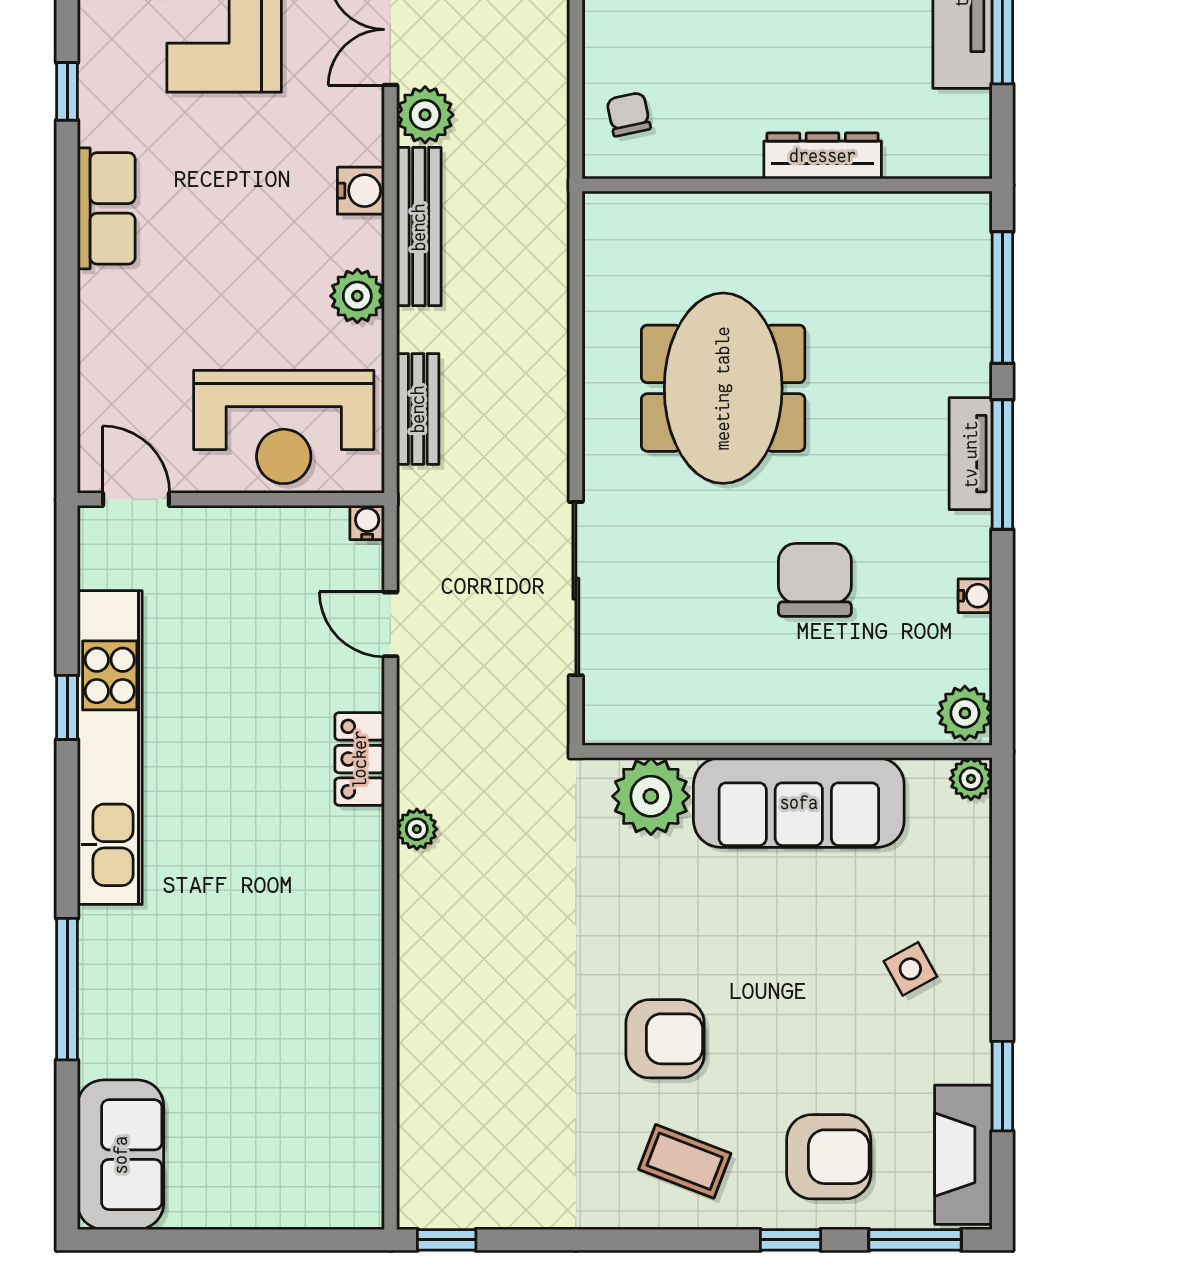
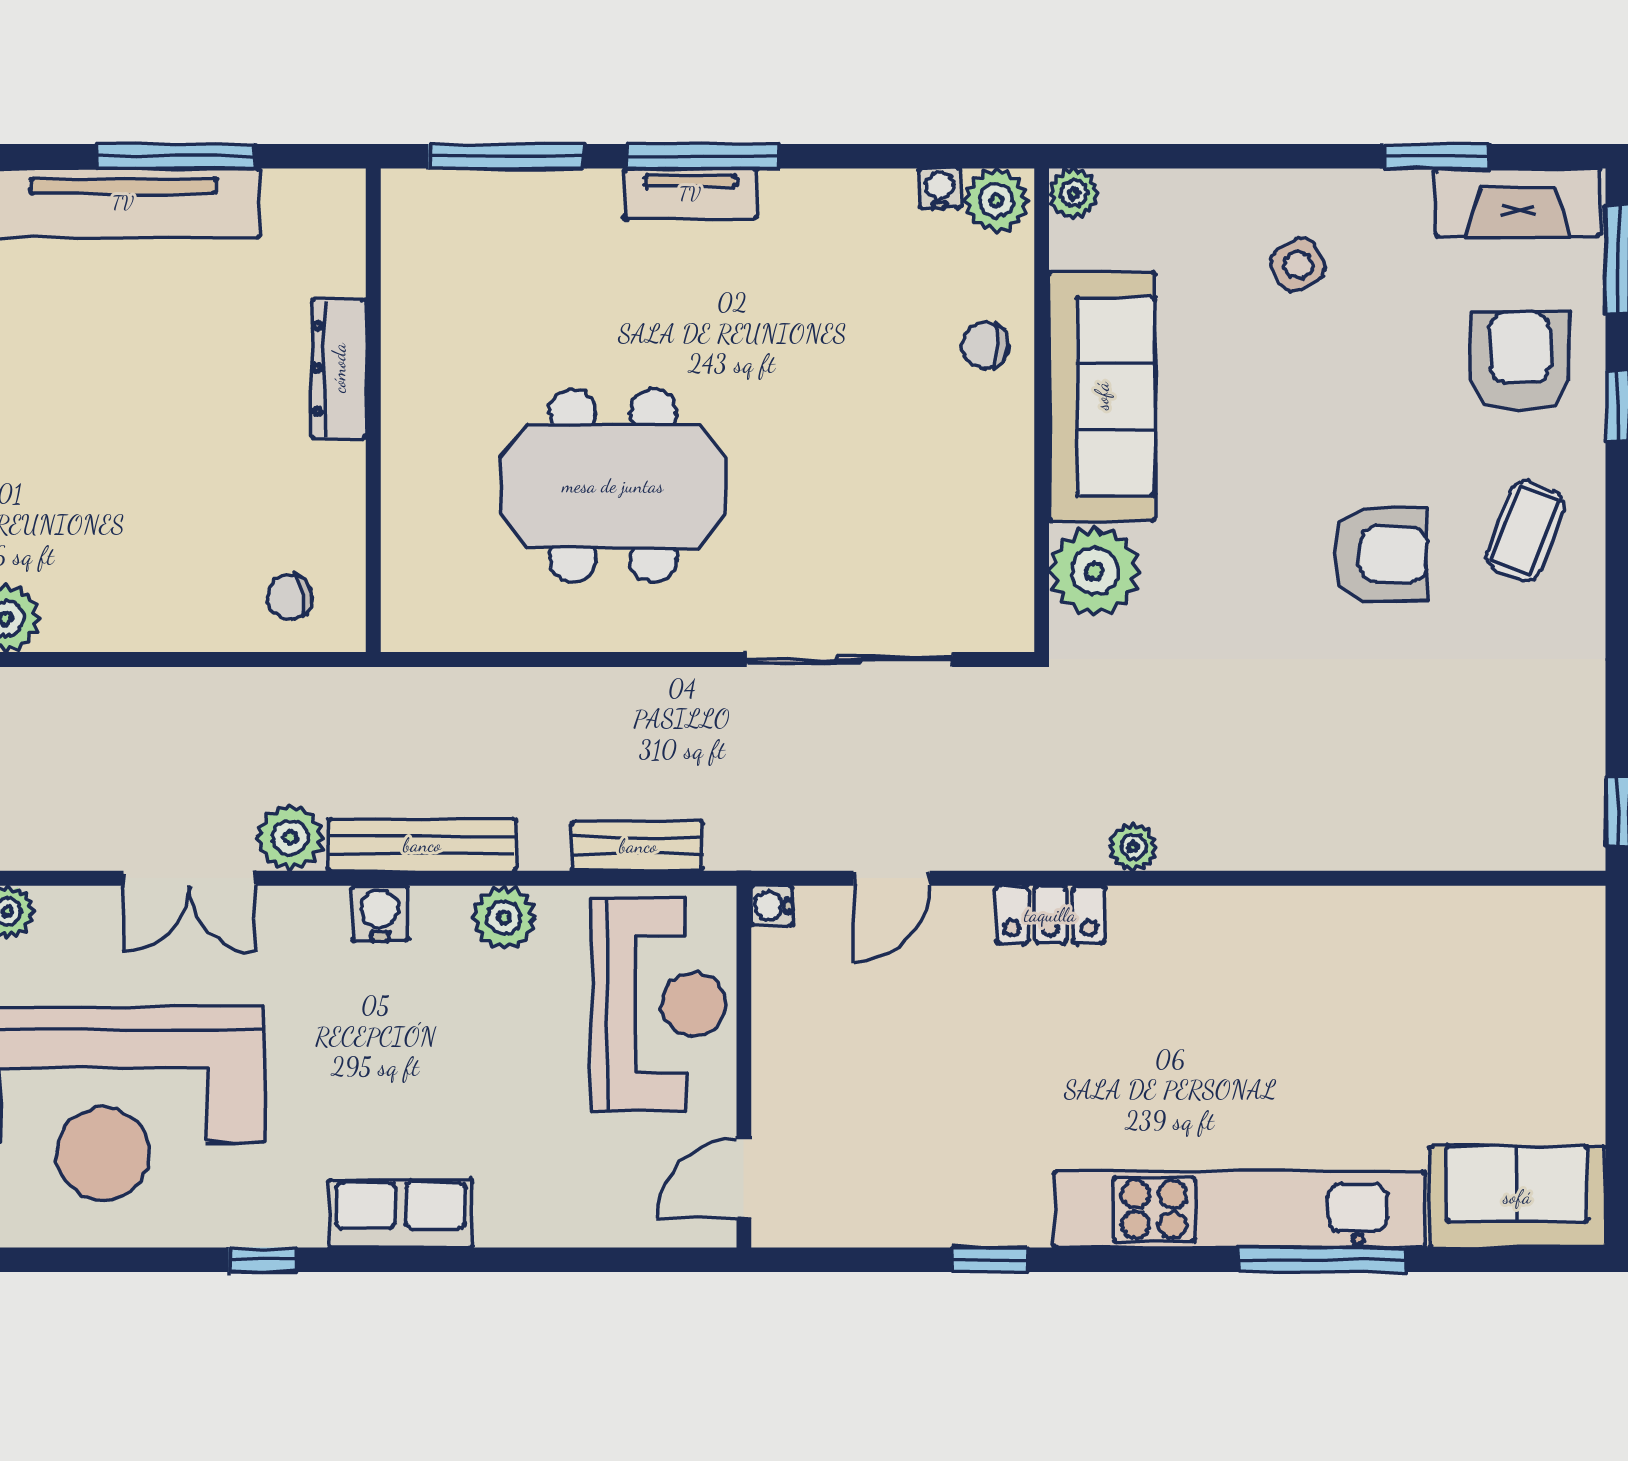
chair: (815, 580) -> (985, 346), moved, width x0.54, depth x0.54
water cooler: (975, 596) -> (940, 188), moved
kitchen unit: (110, 748) -> (1239, 1209), moved
armchair: (665, 1039) -> (1381, 554), turned 90

